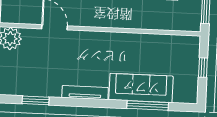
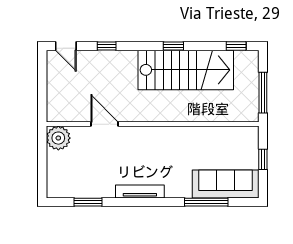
sofa: (141, 88) -> (226, 184), moved

